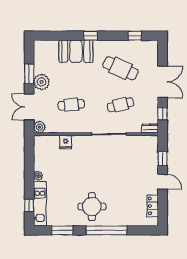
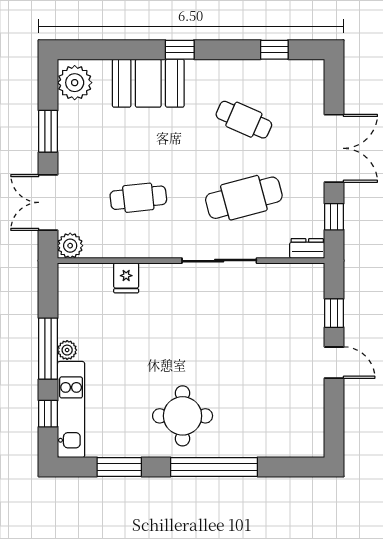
cafe table: (120, 68) -> (244, 120), width x0.73, depth x0.74
plant: (42, 82) -> (75, 83), moved
cafe table: (120, 105) -> (244, 198), width x1.37, depth x1.35
window: (29, 175) -> (48, 349), added
locker: (153, 206) -> (313, 415), removed

